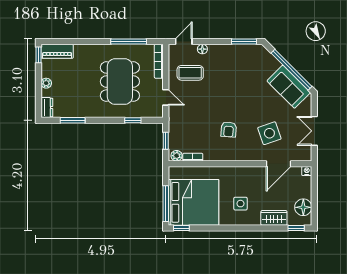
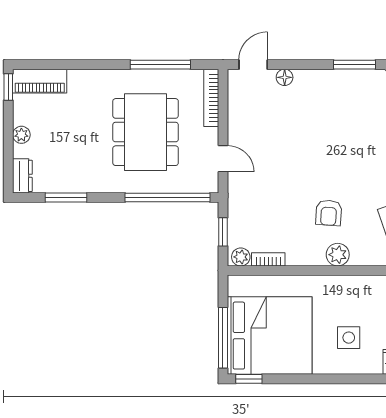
coffee table: (190, 73) -> (264, 117), removed
window: (133, 120) -> (167, 197), width x3.17
plant: (234, 154) -> (338, 255), added

